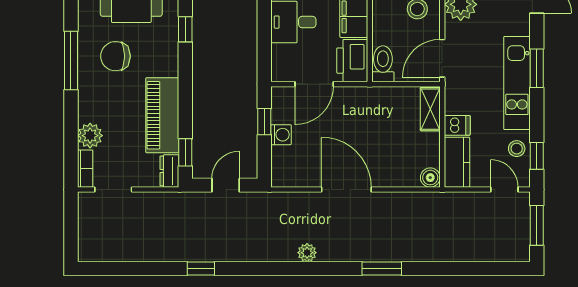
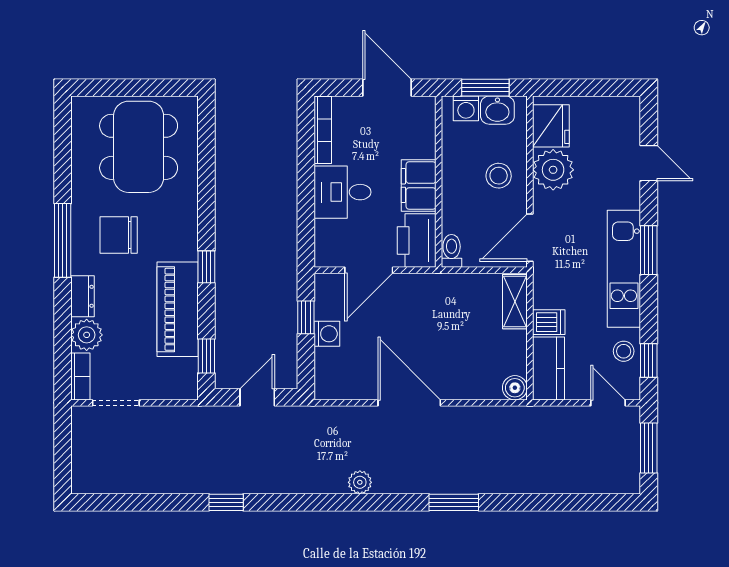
window: (185, 29) -> (206, 267), moved
toilet: (383, 64) -> (452, 251), width x0.73, depth x0.72
dresser: (169, 171) -> (83, 296), moved, turned 180

